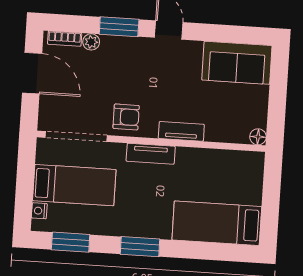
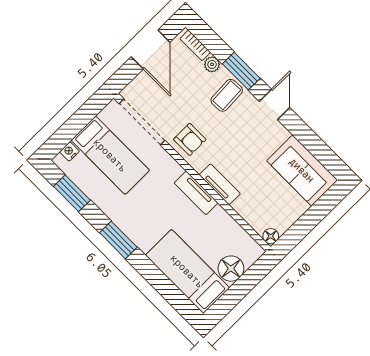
coffee table: (124, 56) -> (227, 95), added
tv unit: (151, 154) -> (196, 193), moved
floor lamp: (249, 190) -> (231, 269), added

